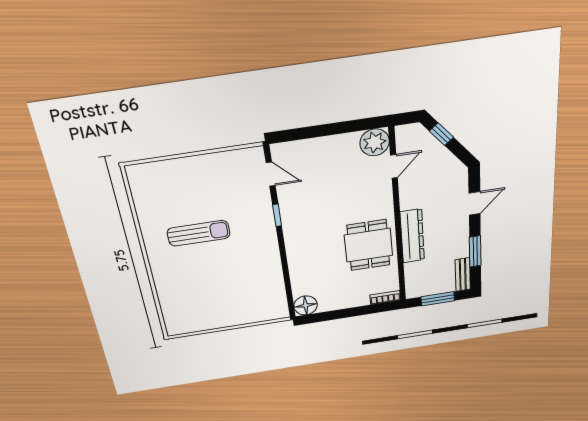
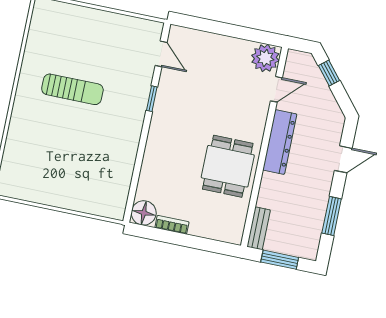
dresser: (412, 236) -> (280, 142), moved
bench: (463, 275) -> (259, 228), moved
bookcase: (385, 298) -> (172, 225), moved

